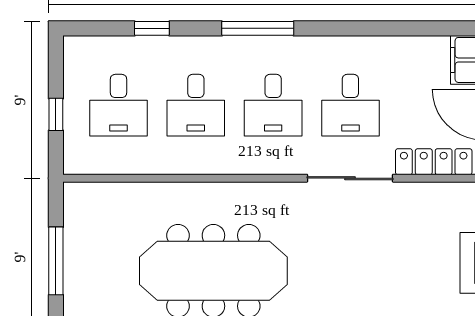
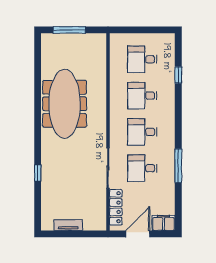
window: (258, 28) -> (178, 166), moved
window: (56, 114) -> (138, 30), removed

